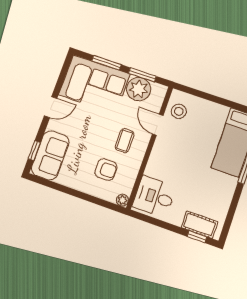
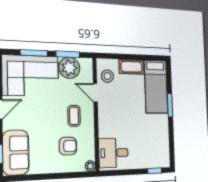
cot: (200, 225) -> (131, 67), moved

